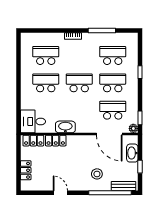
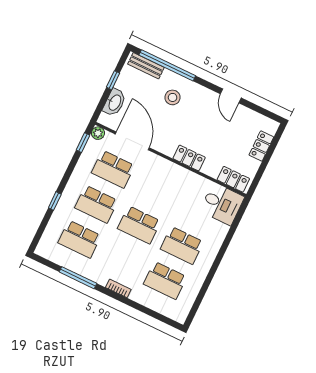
washbasin: (65, 127) -> (184, 177), removed
locker: (56, 141) -> (189, 158), moved

